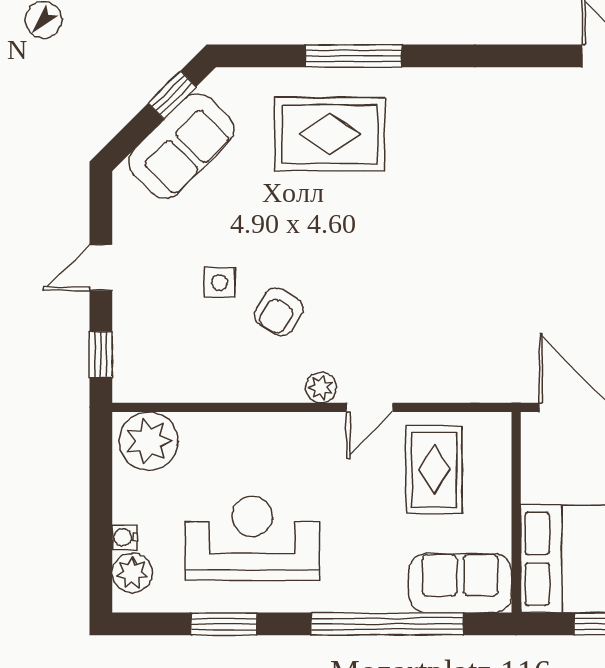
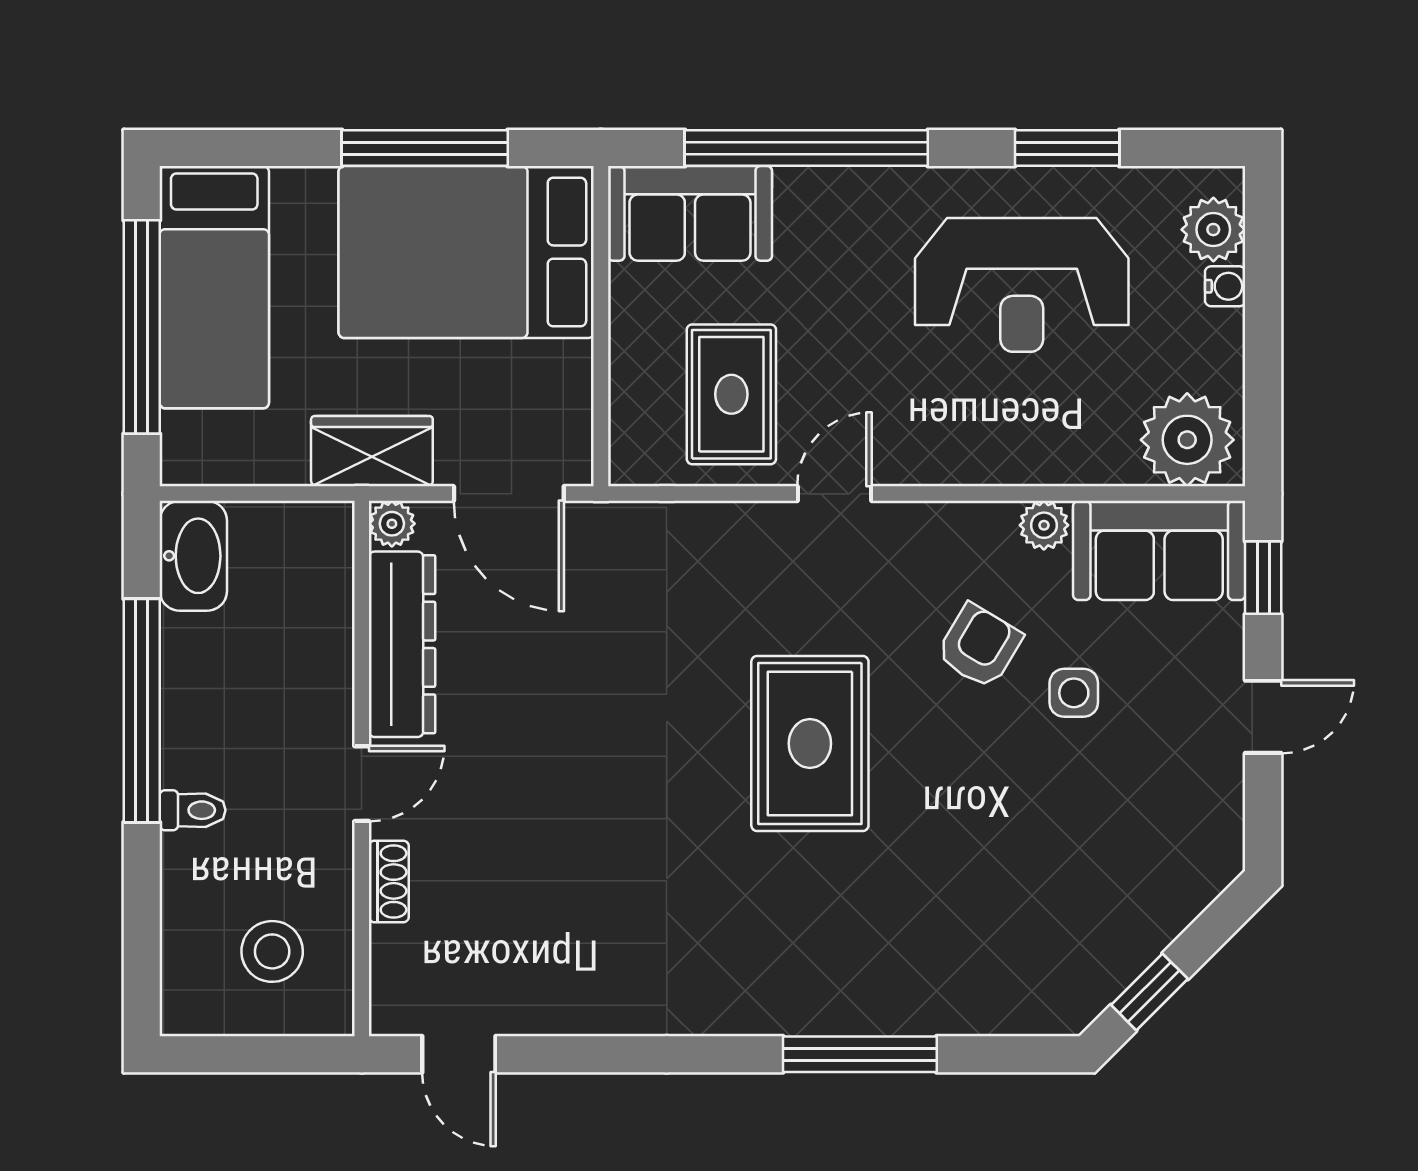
rug: (330, 134) -> (810, 743), moved, turned 90
sofa: (181, 146) -> (1159, 550), moved, turned -135
plant: (321, 388) -> (1044, 525), moved

